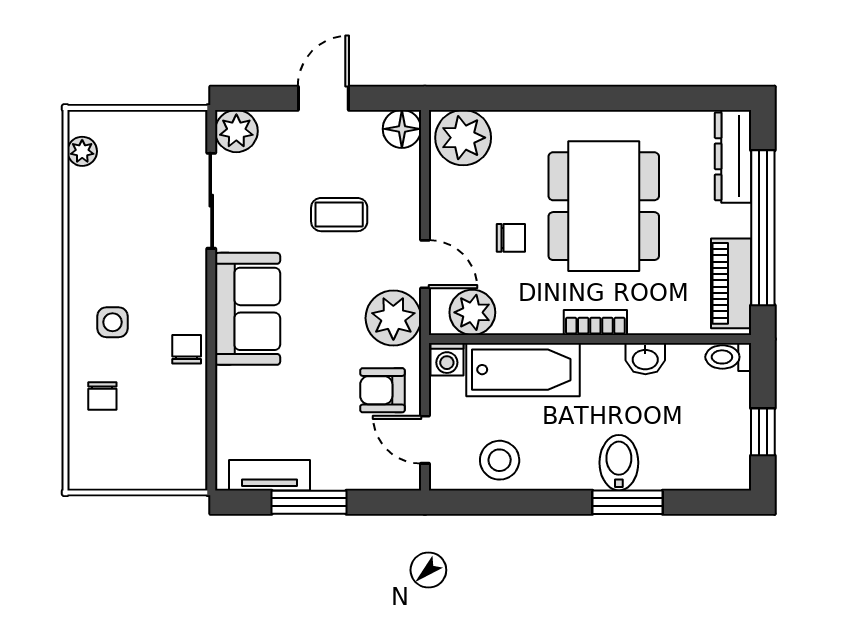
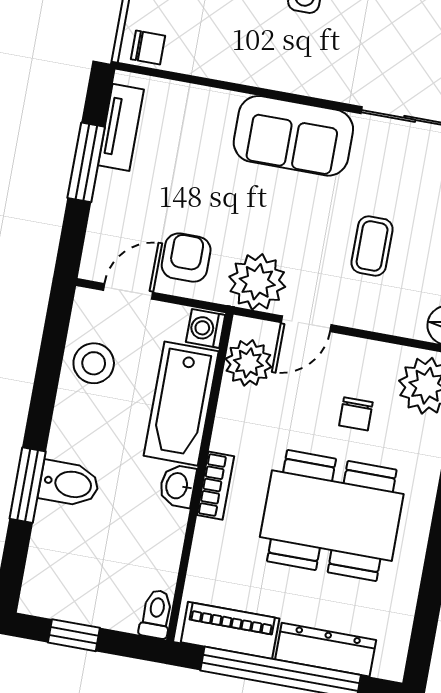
dresser: (733, 156) -> (326, 650), moved
chair: (511, 238) -> (356, 414), moved
chair: (187, 349) -> (148, 47), moved
washbasin: (645, 359) -> (178, 486), moved

